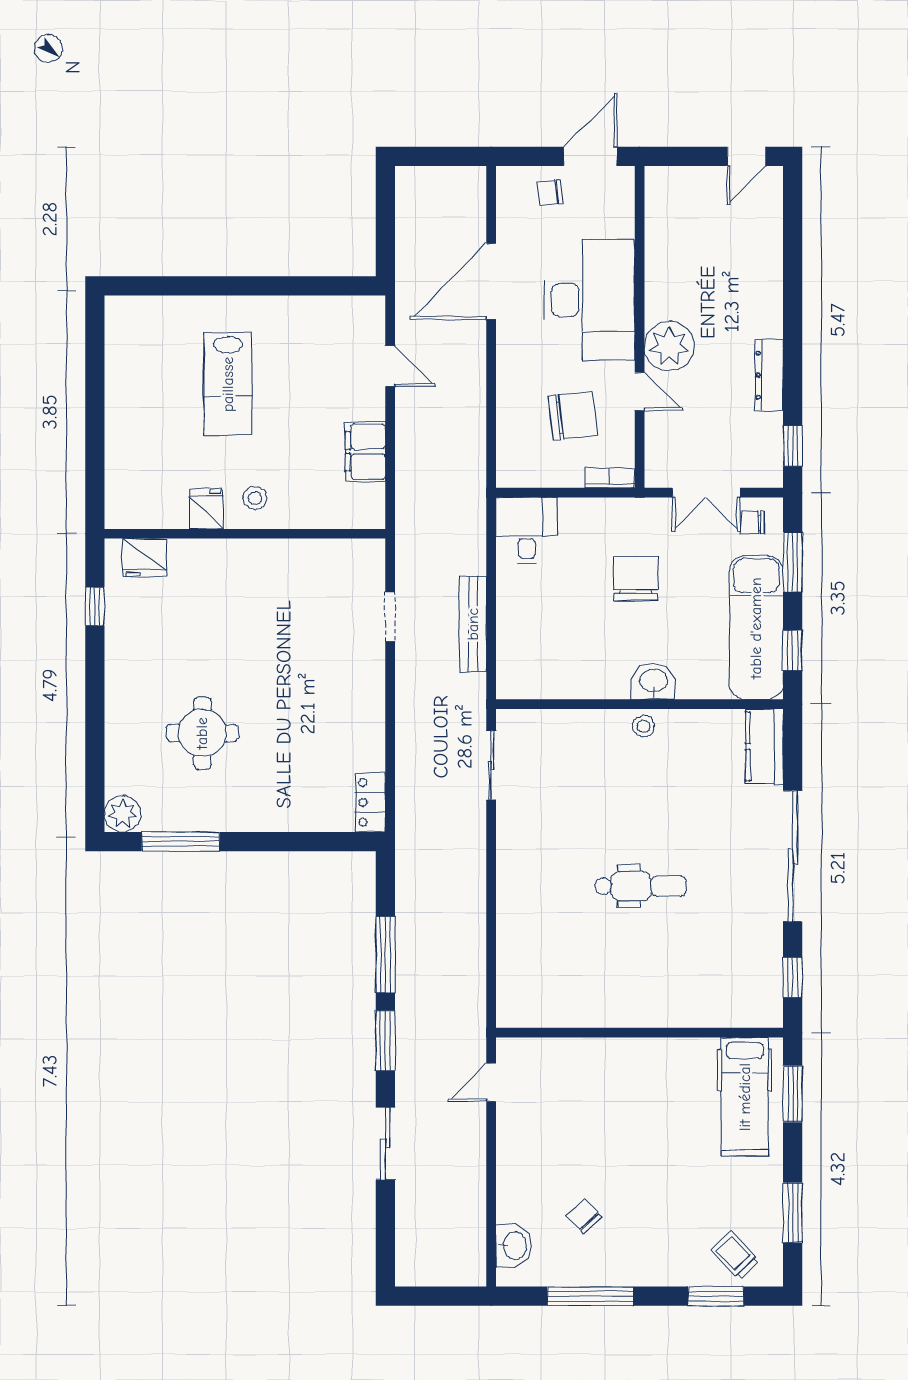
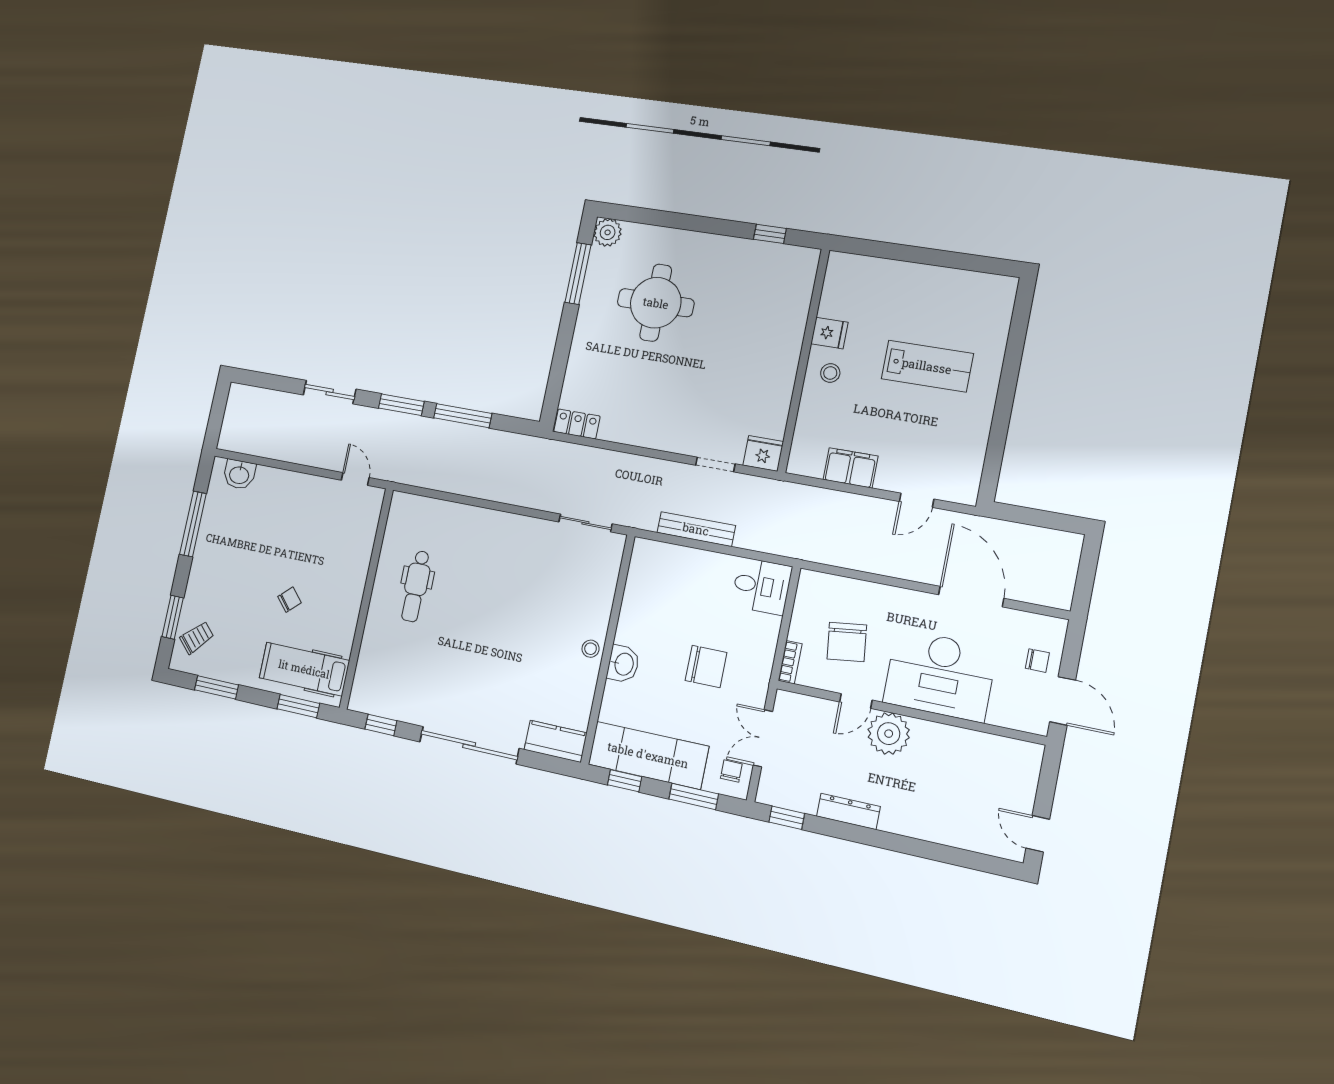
chair: (550, 193) -> (1037, 661), turned 96
lab bench: (228, 384) -> (927, 366), turned 180
fridge: (145, 557) -> (763, 453), moved, turned 90
round table: (202, 733) -> (656, 303), width x1.36, depth x1.36
dental chair: (640, 886) -> (416, 586), moved
chair: (584, 1216) -> (289, 600), moved

